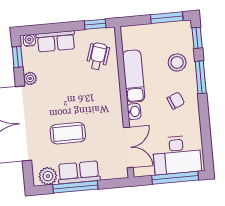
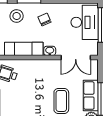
double door: (128, 147) -> (76, 57), swing flipped

